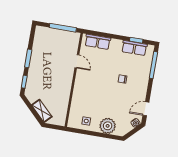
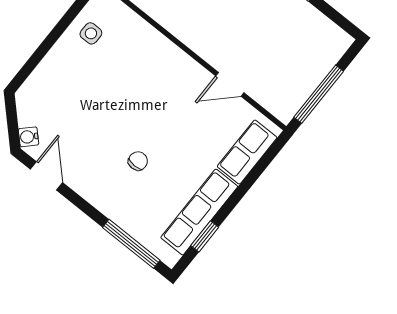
row of seats: (134, 48) -> (199, 212), width x1.48
plant: (108, 126) -> (55, 73), removed

